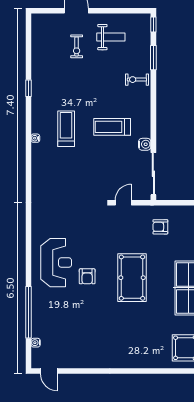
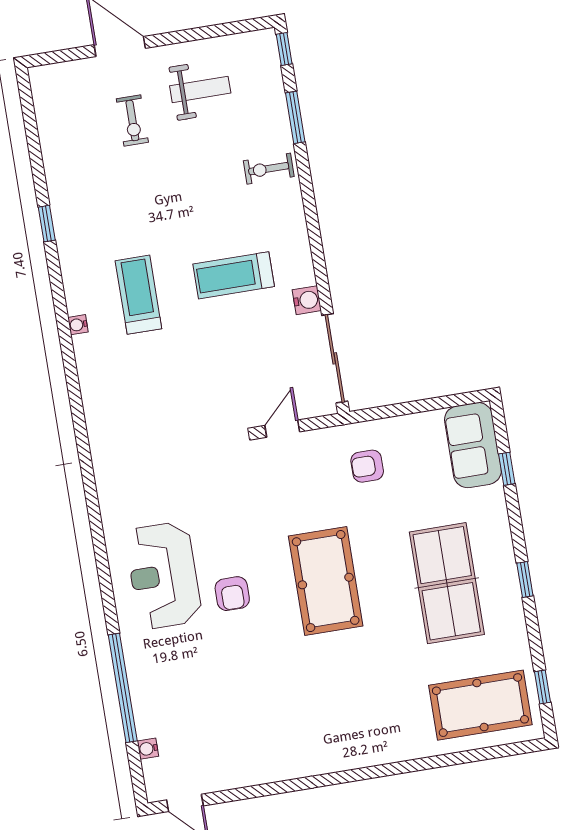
reception desk: (56, 263) -> (163, 575), turned 180

